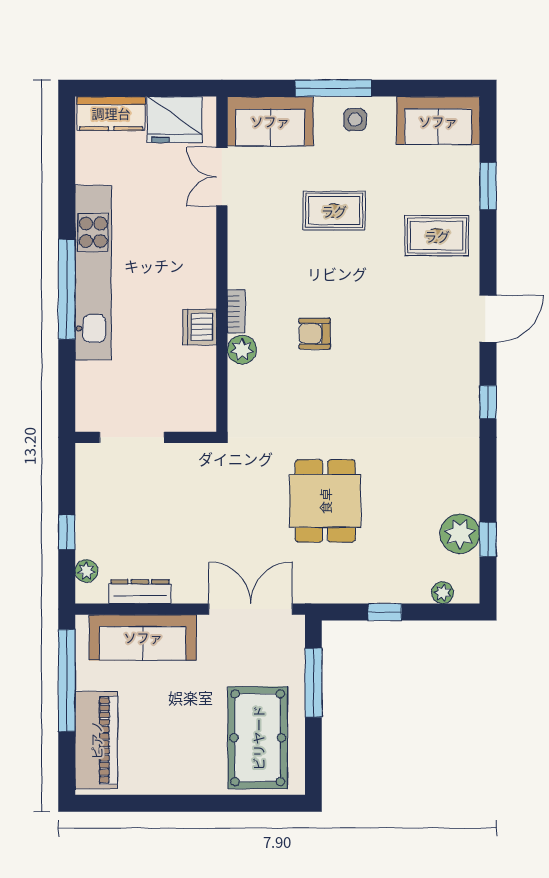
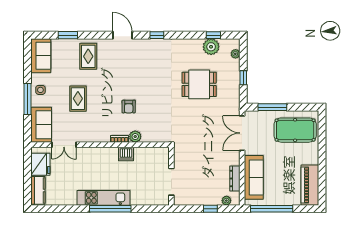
kitchen unit: (93, 273) -> (103, 198), width x0.73
dining table: (325, 501) -> (199, 84), moved
piano: (96, 740) -> (310, 185), moved, turned -90

